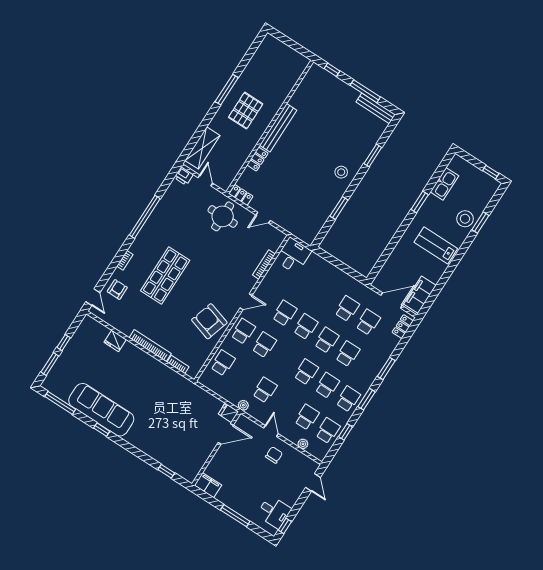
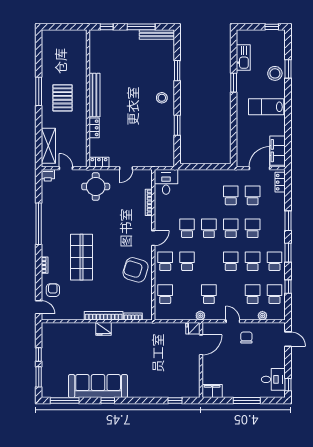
fridge: (115, 341) -> (103, 329), moved

